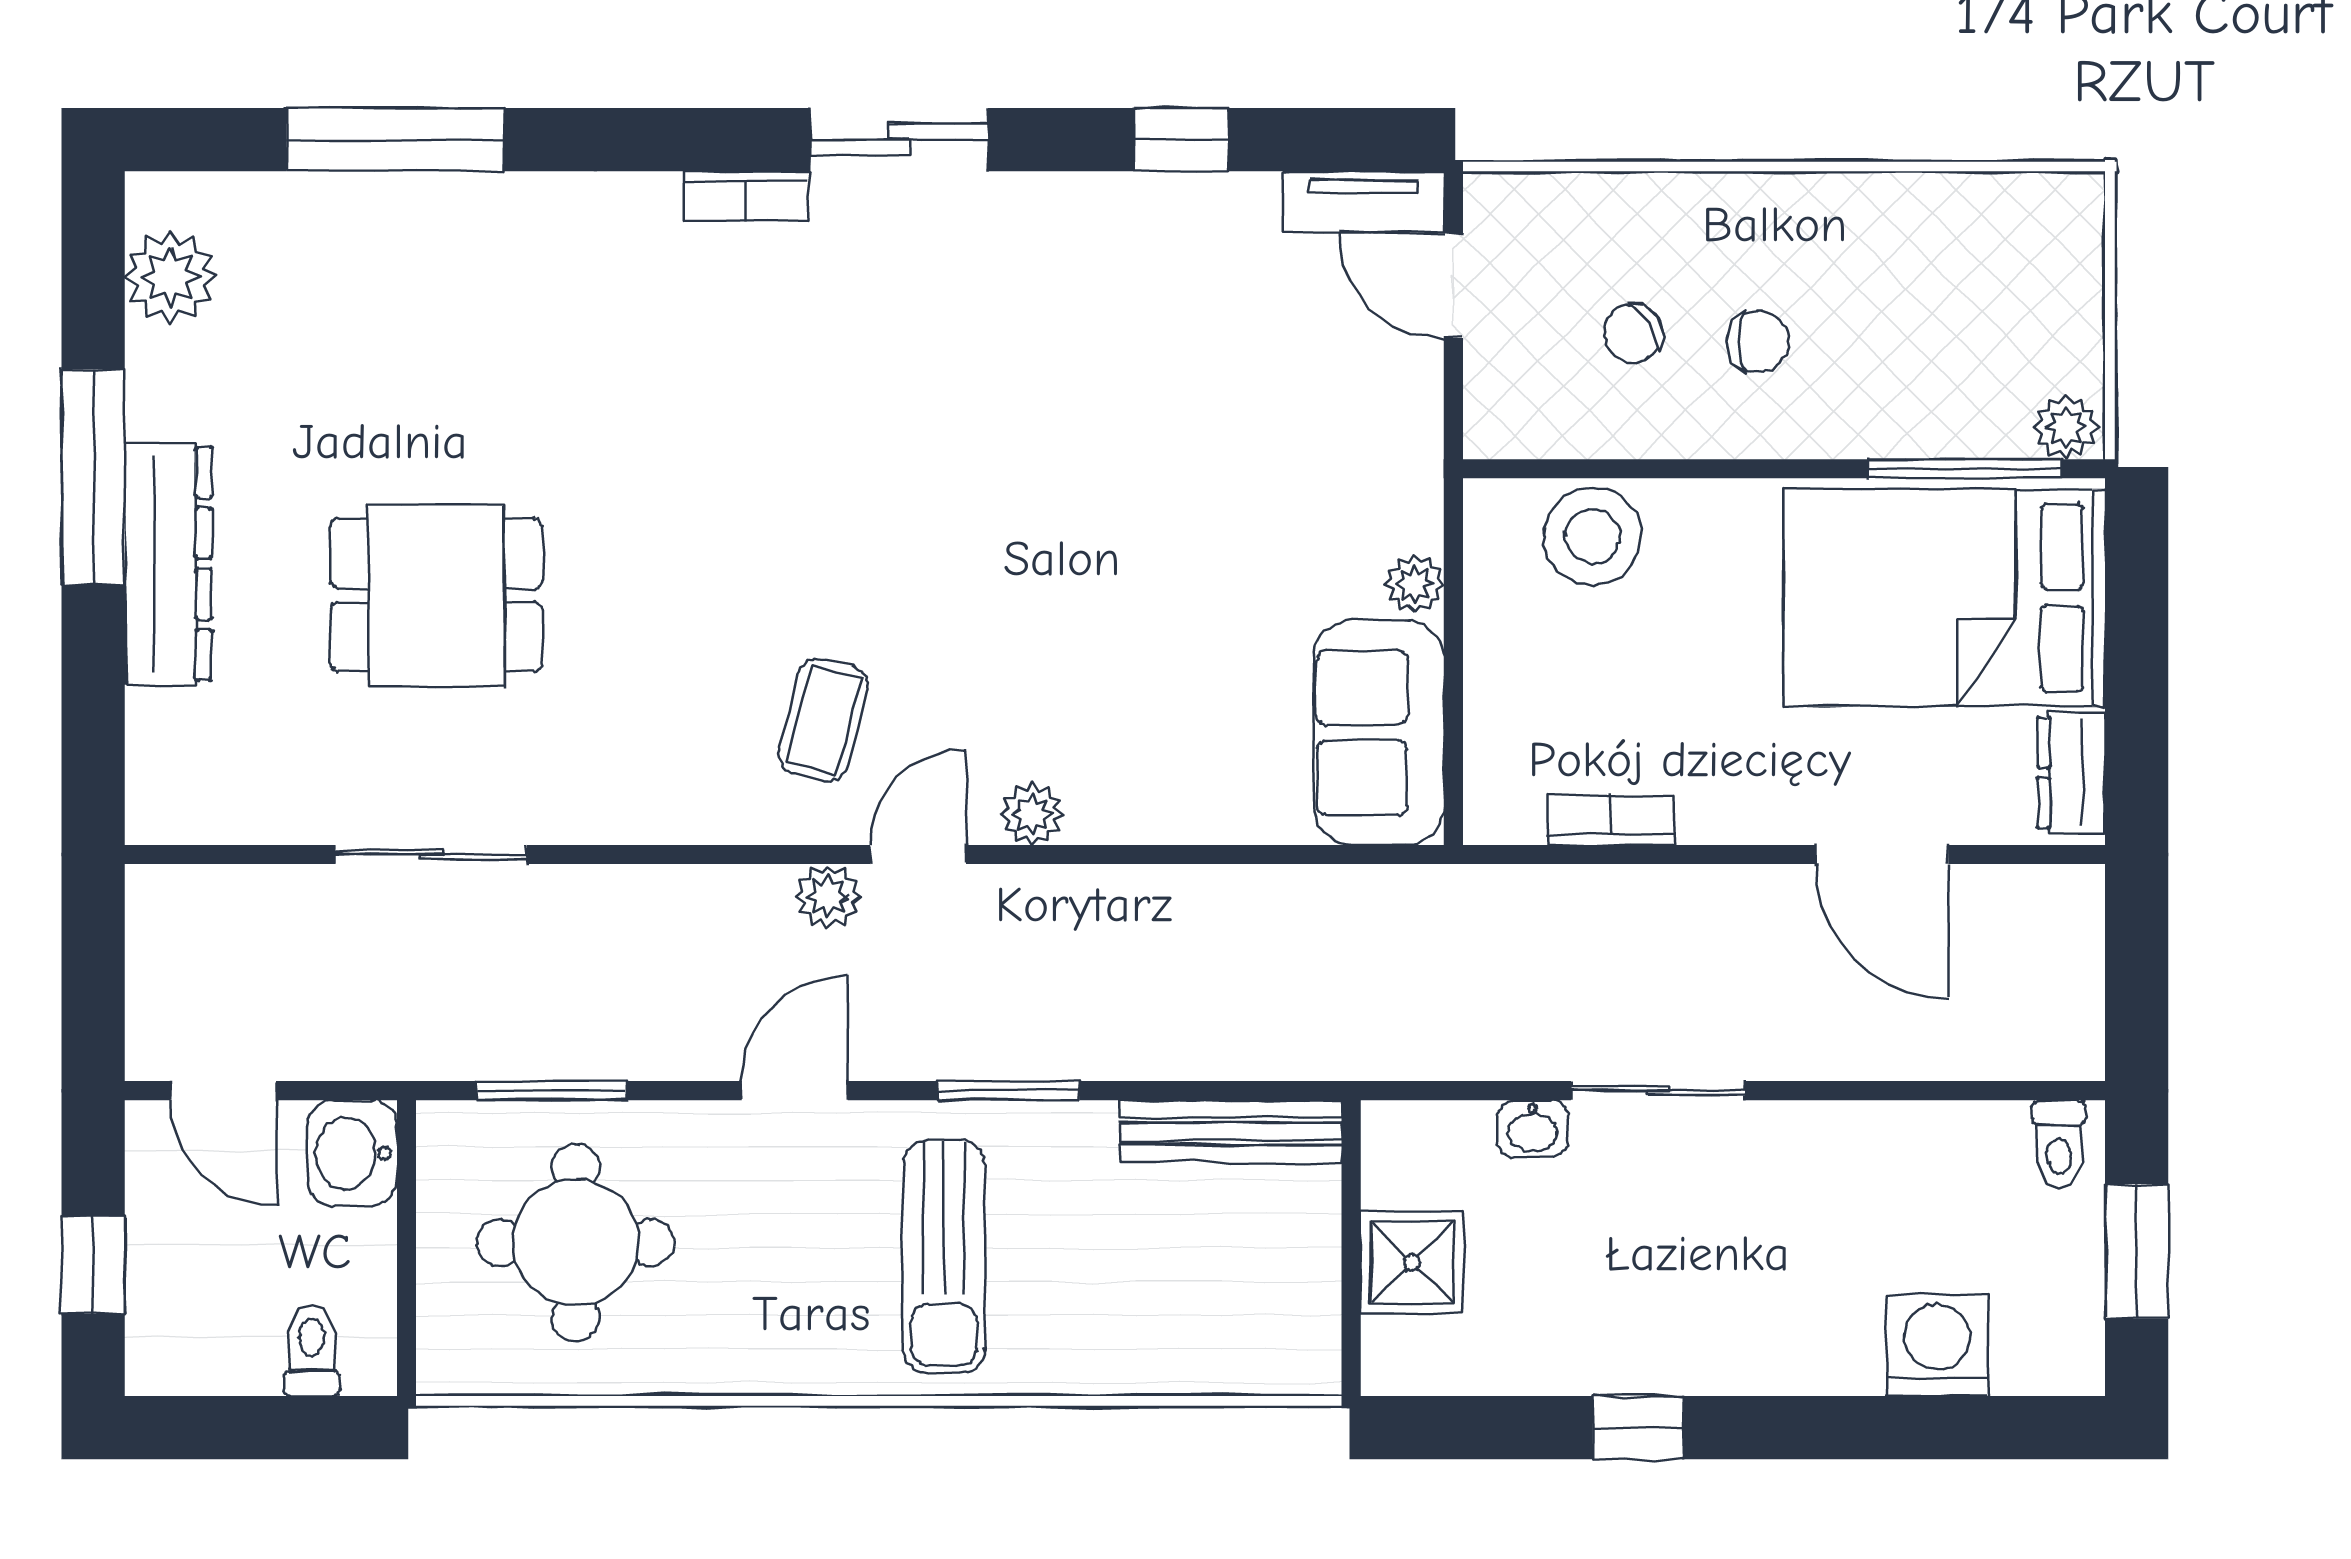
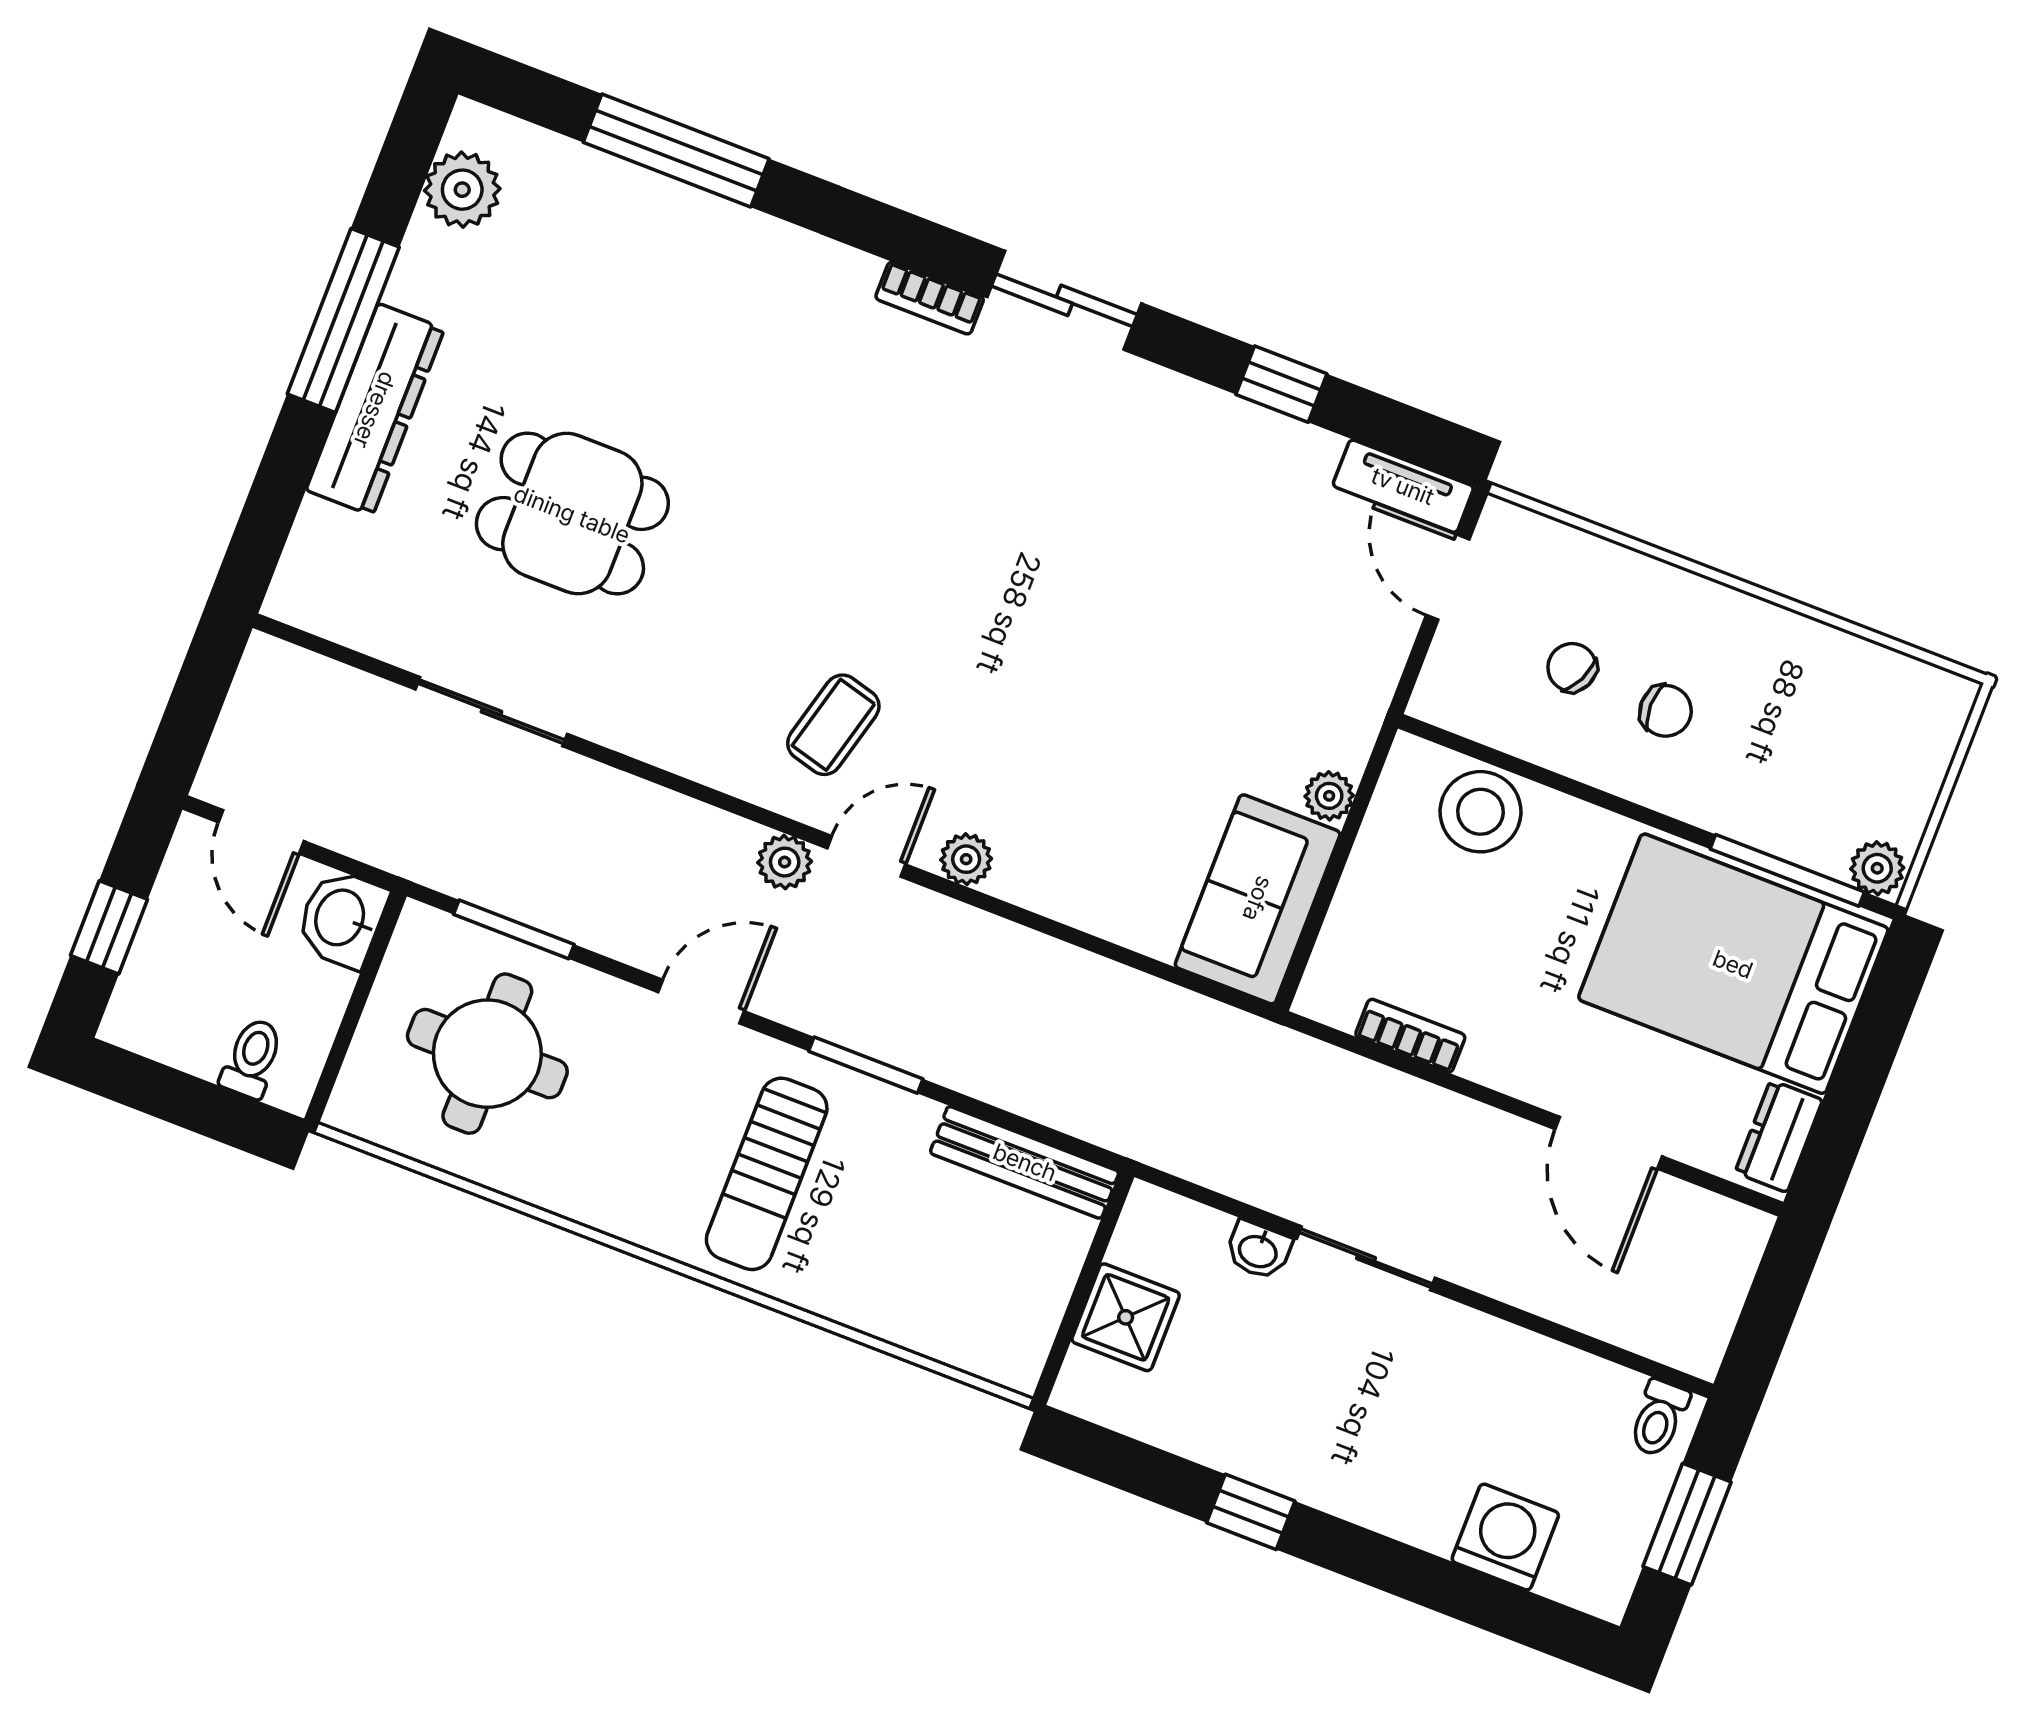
chair: (1633, 333) -> (1572, 668), turned 58

